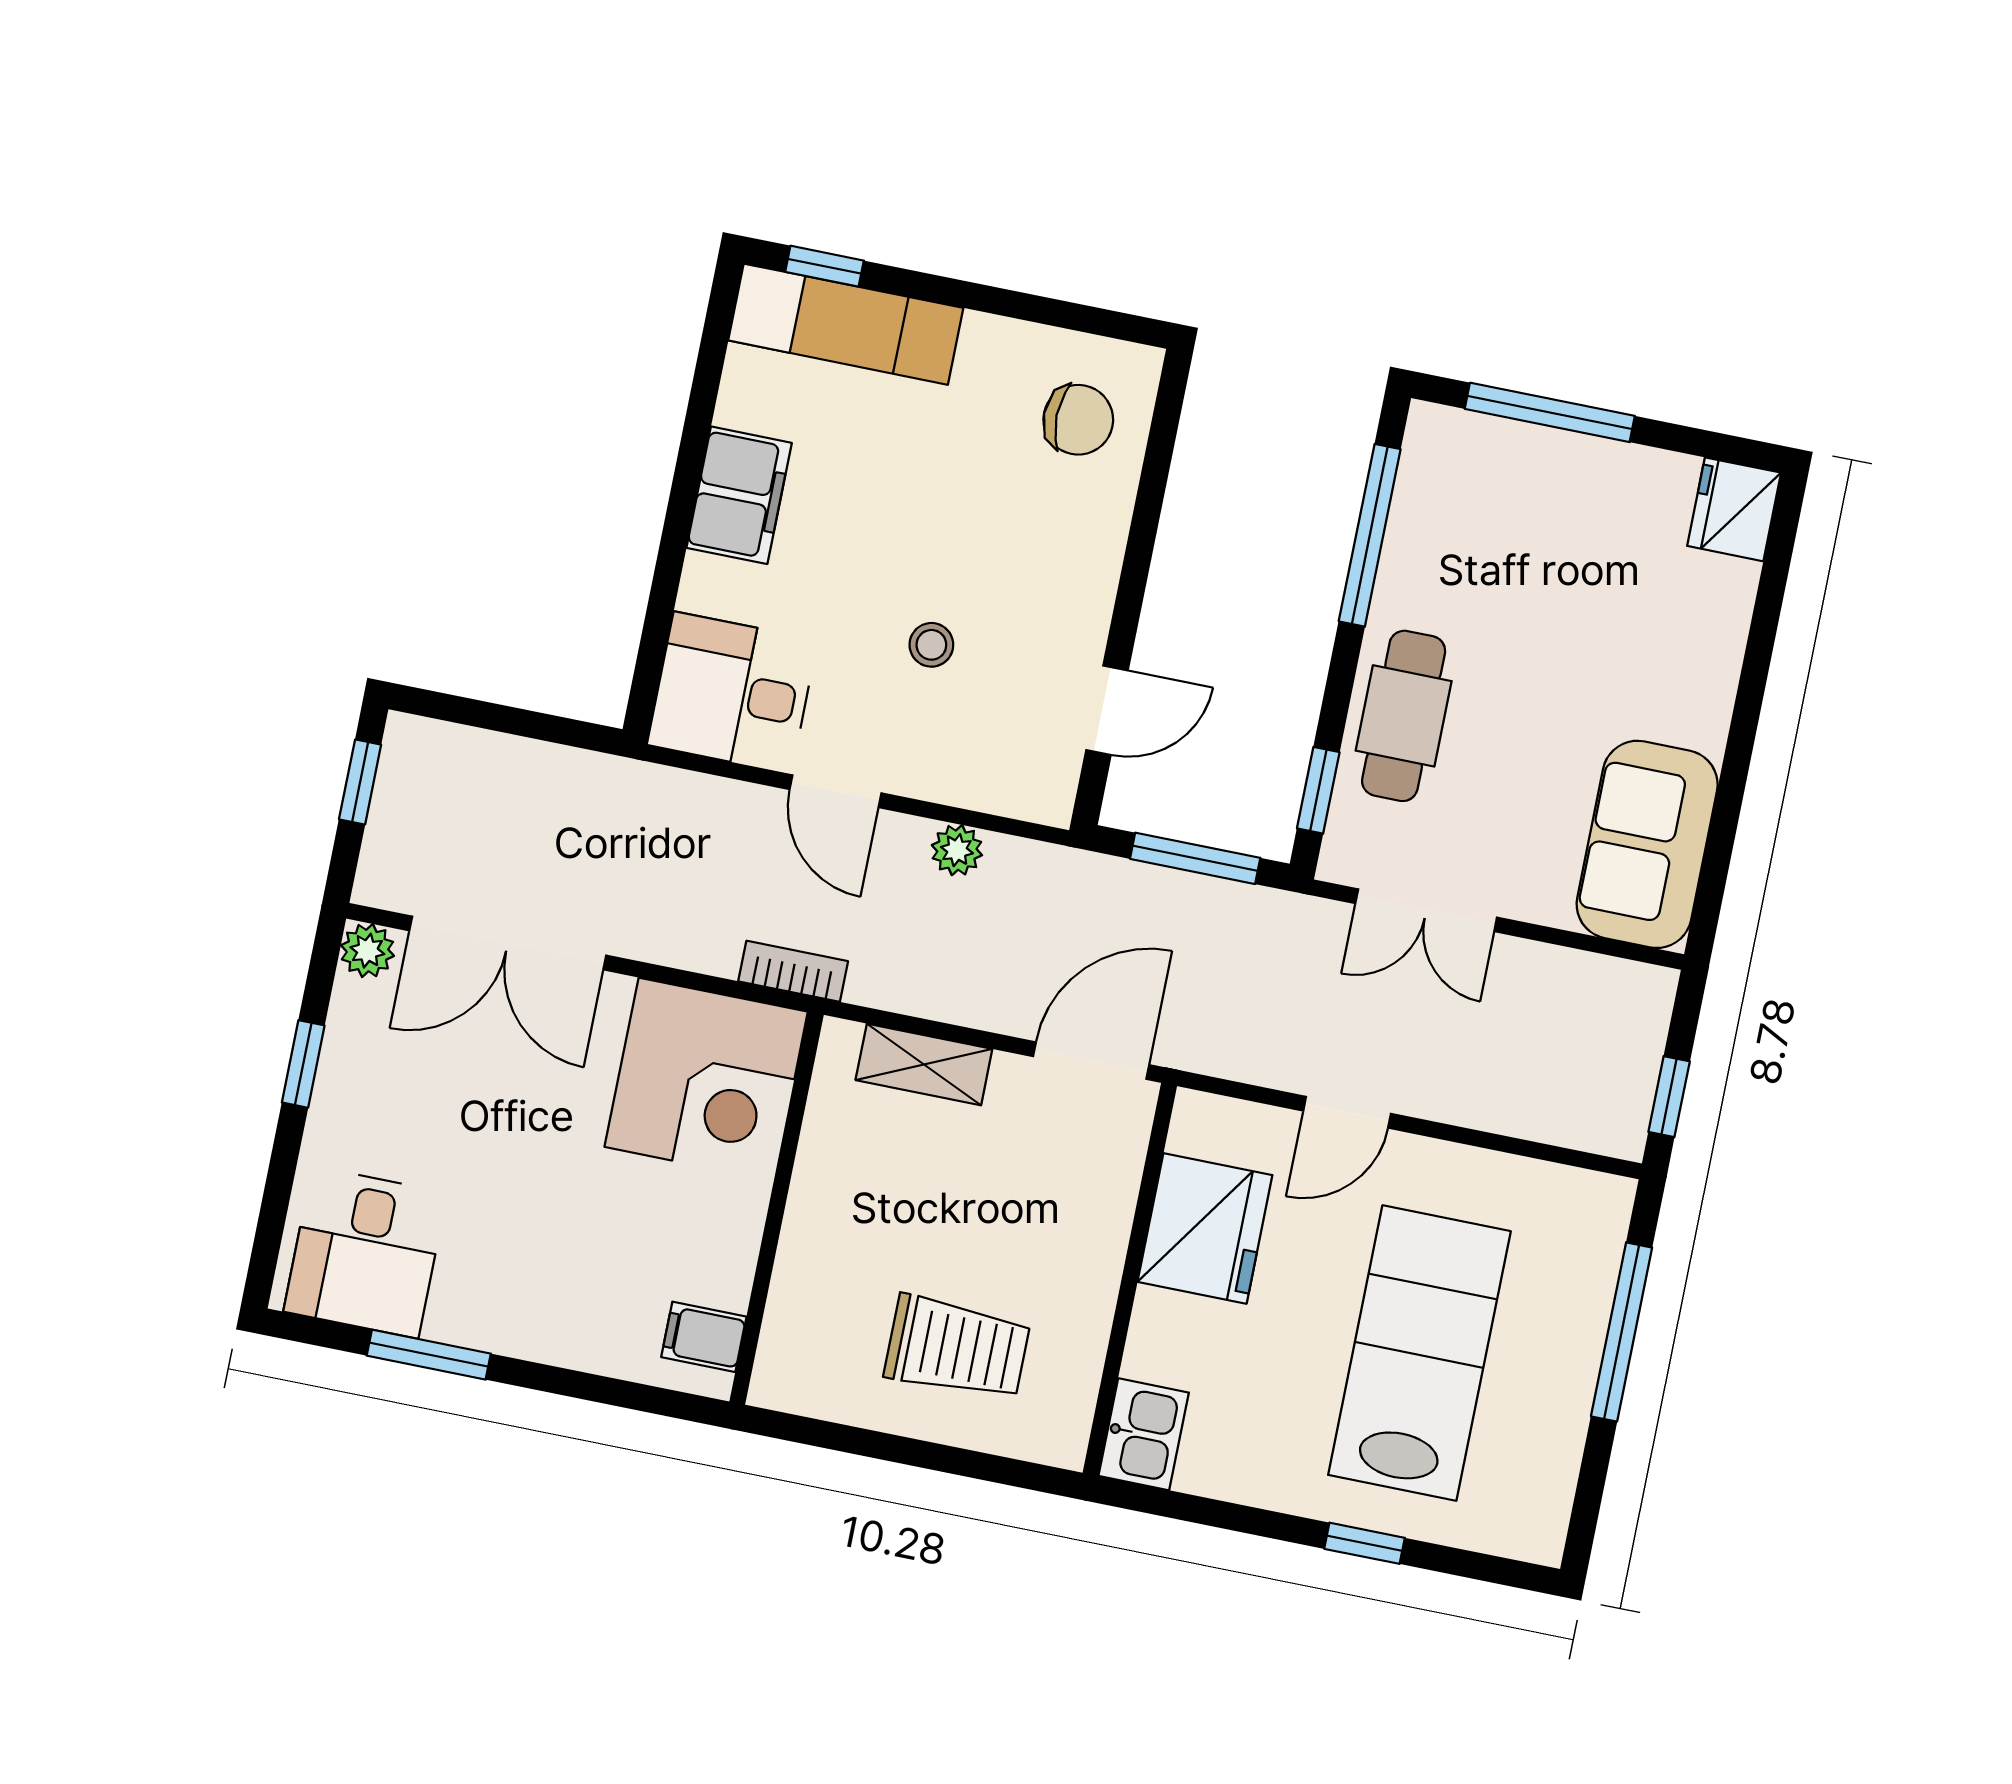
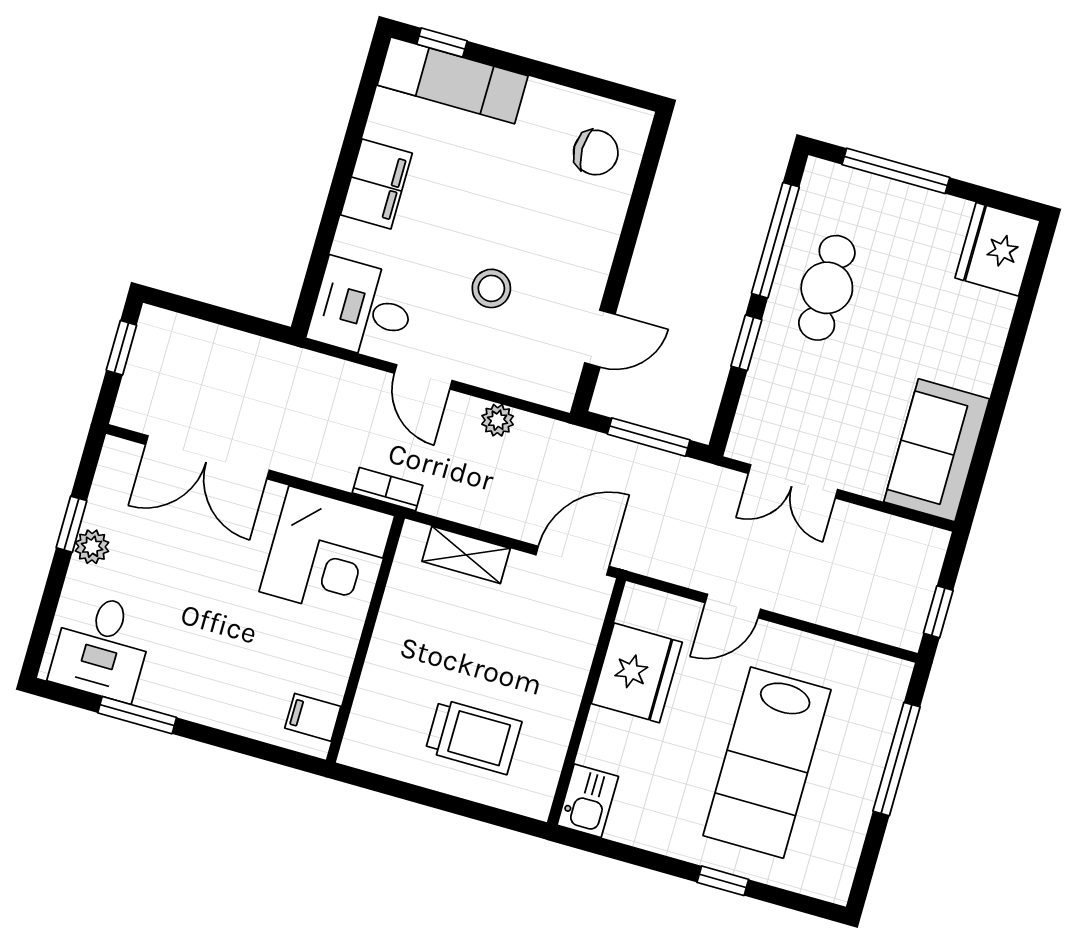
fridge: (1734, 509) -> (997, 249), width x1.36, depth x1.34
stool: (931, 645) -> (491, 288), width x1.37, depth x1.37
cafe table: (1404, 716) -> (827, 288), moved
window: (1318, 790) -> (746, 343), moved
plant: (367, 951) -> (92, 547), moved
lab bench: (1419, 1353) -> (767, 763), turned 180

